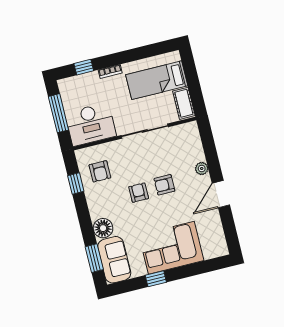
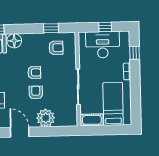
window: (58, 113) -> (105, 27), width x0.46
desk: (91, 124) -> (103, 45), moved, turned 90
plant: (202, 168) -> (46, 118), width x1.88, depth x1.88
armchair: (100, 171) -> (56, 48), turned 180

